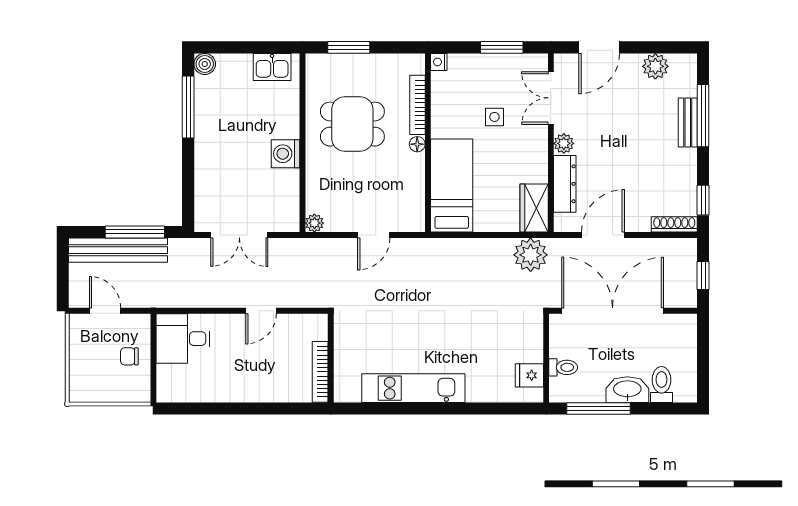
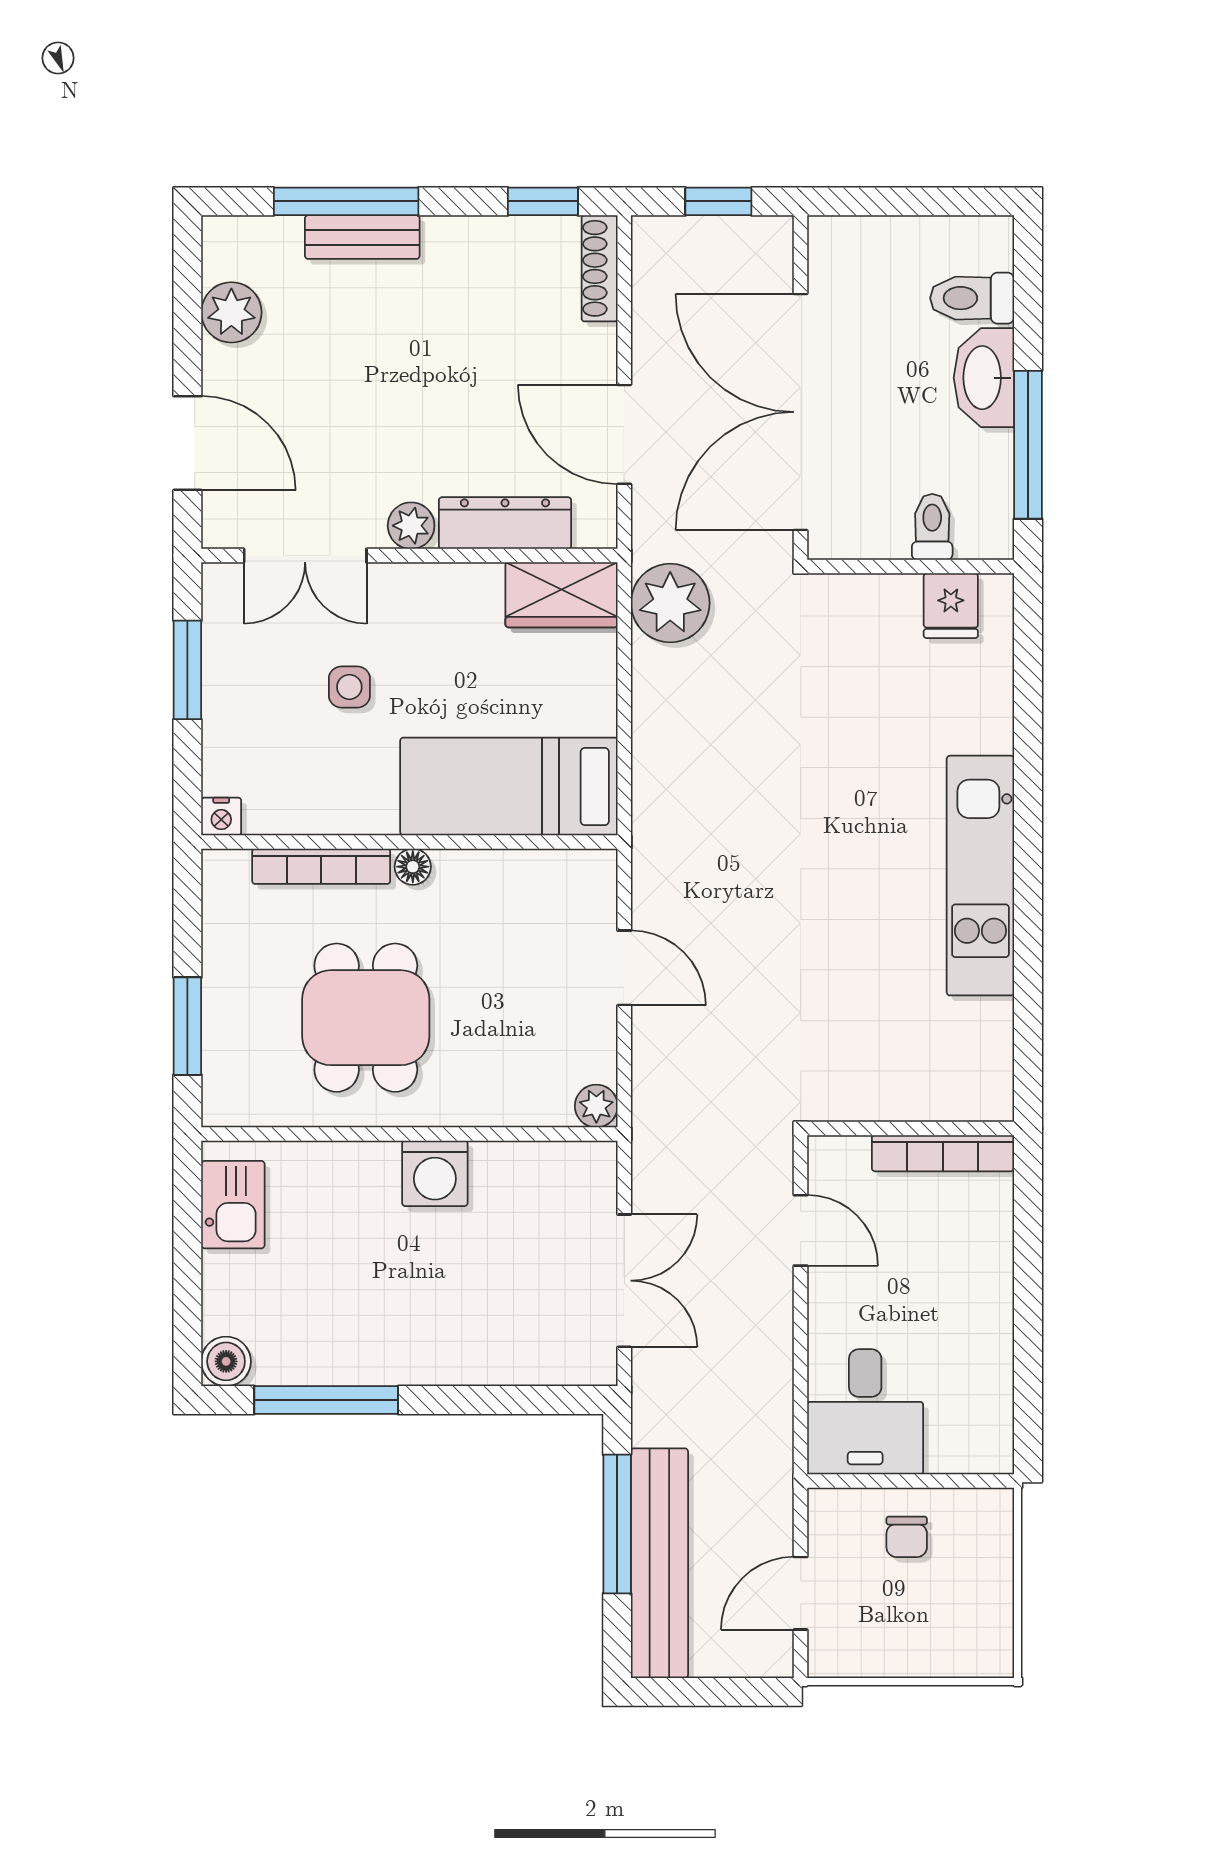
wall: (331, 358) -> (911, 1128), moved
bookcase: (320, 372) -> (943, 1153), moved

